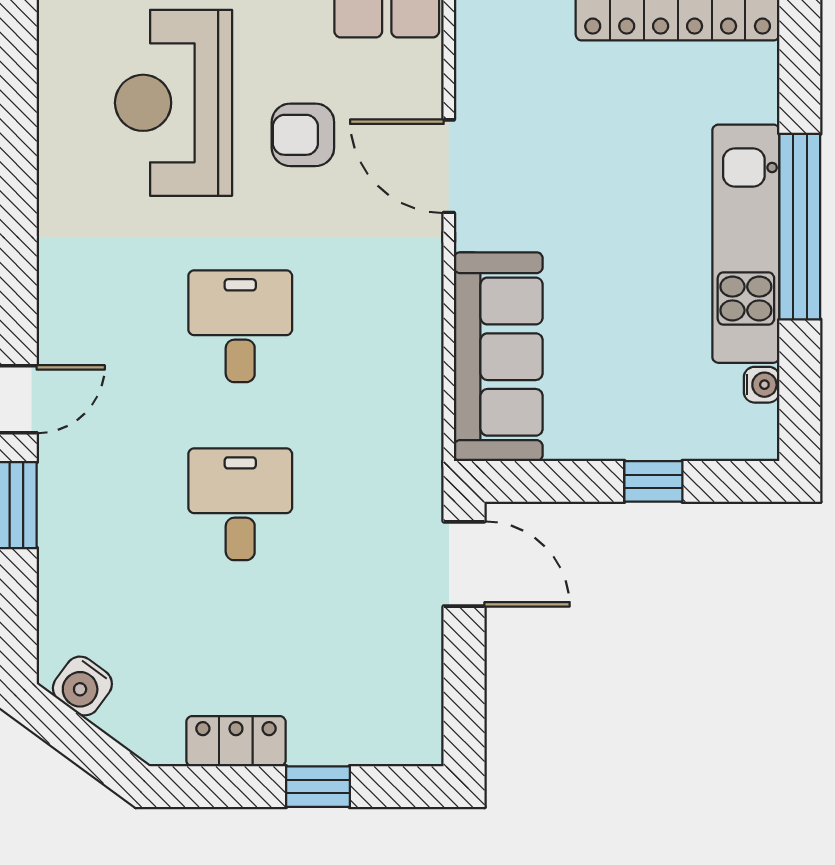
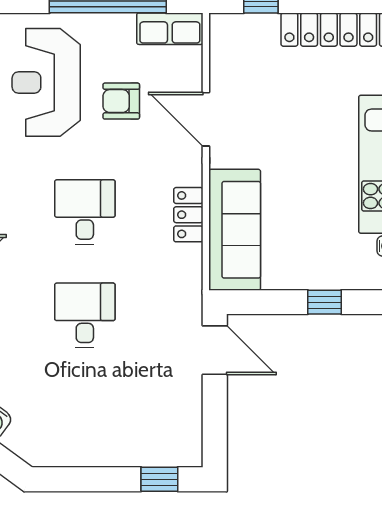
locker: (236, 741) -> (188, 215), moved, turned -90
window: (318, 787) -> (159, 479), moved

